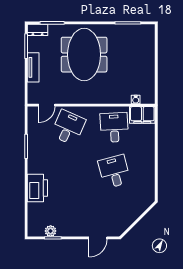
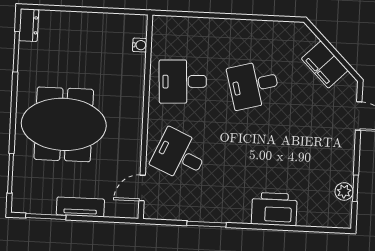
dresser: (38, 30) -> (29, 25), moved
door: (47, 105) -> (142, 188), swing flipped
filing cabinet: (142, 115) -> (325, 65), moved, turned 135

